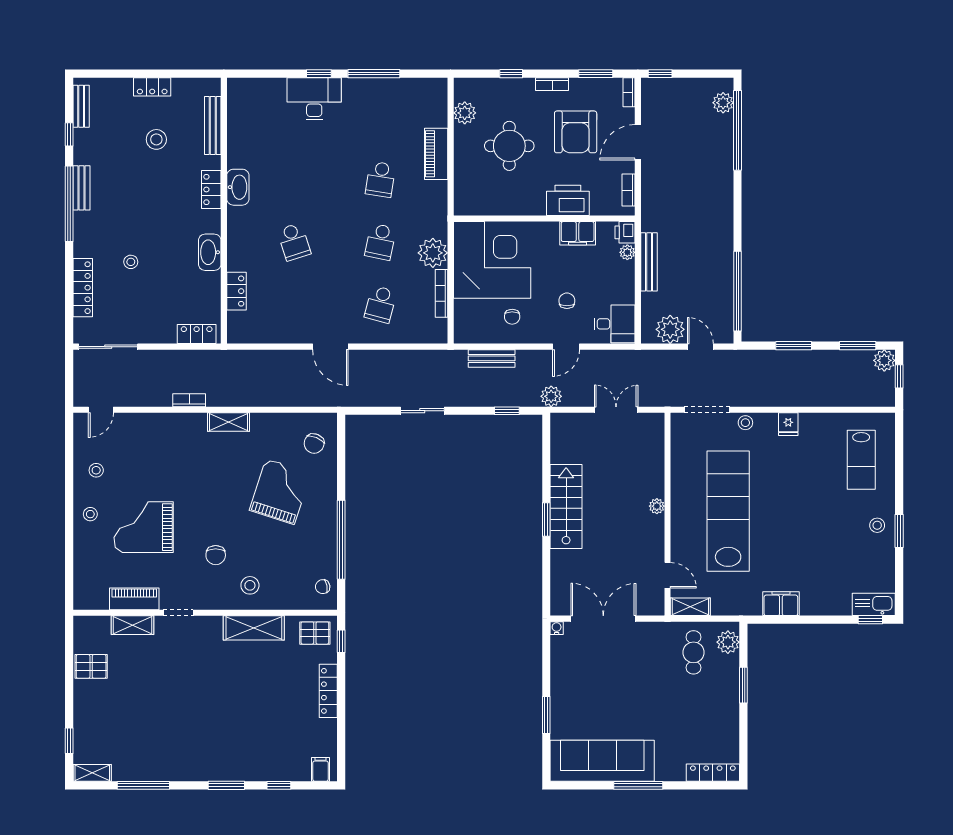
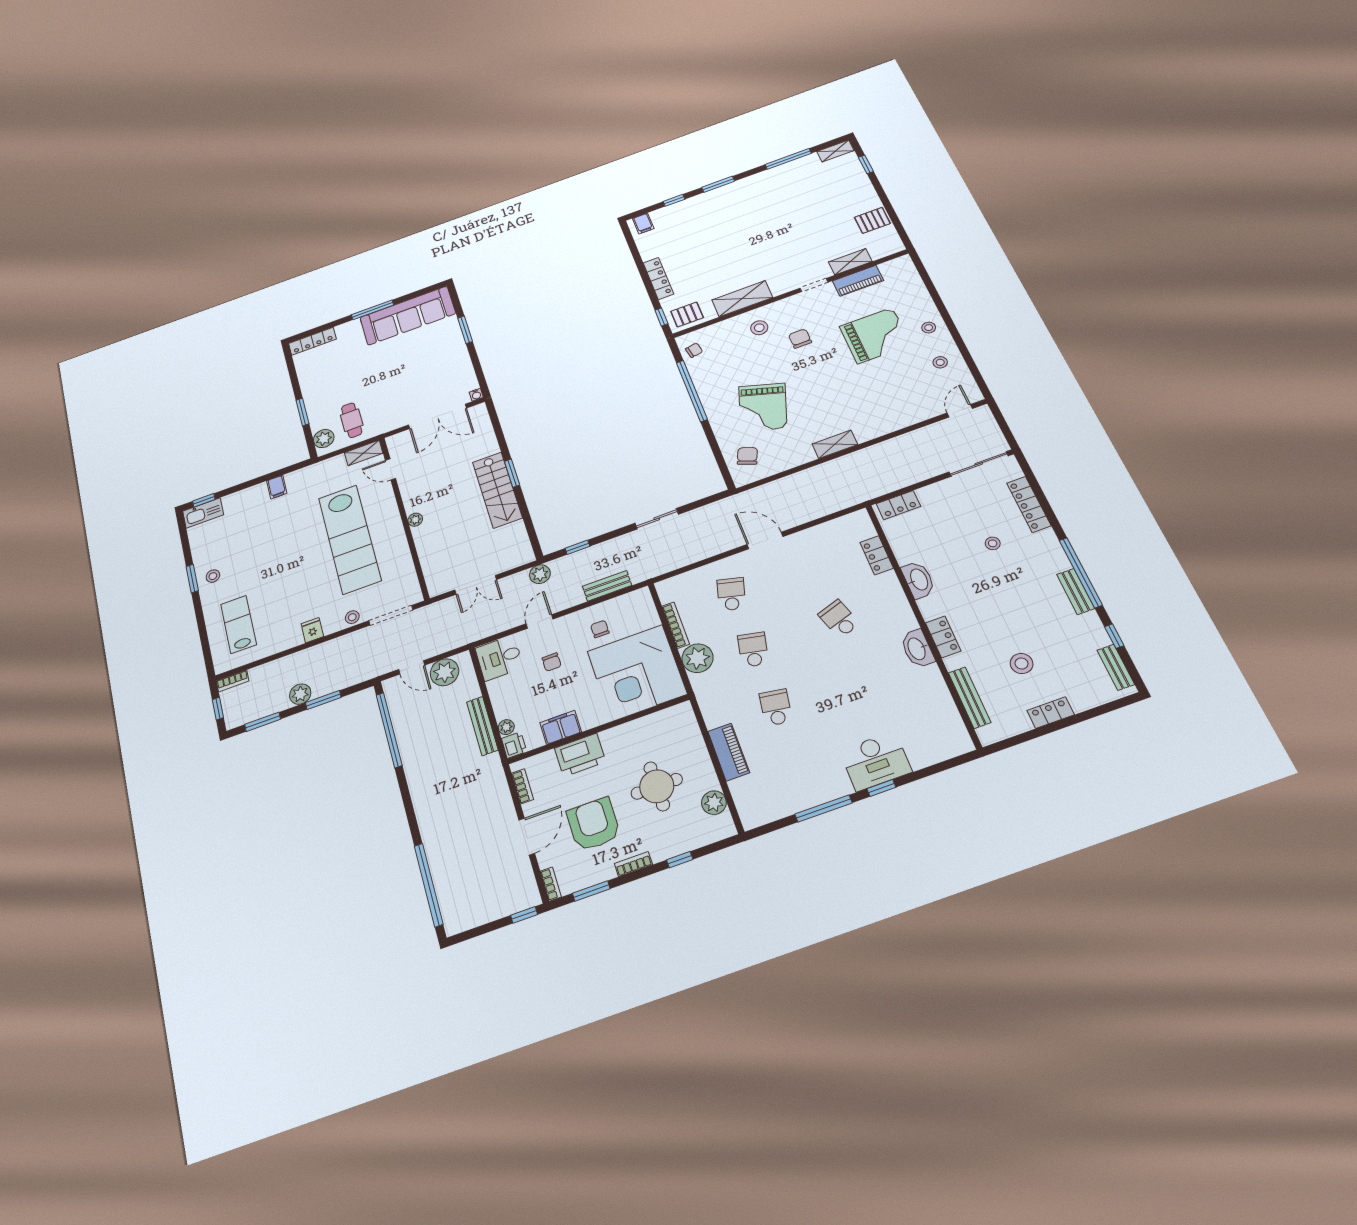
plant: (723, 103) -> (451, 908), removed
plant: (884, 360) -> (300, 694), moved
bookcase: (189, 400) -> (233, 681), moved
filing cabinet: (781, 604) -> (277, 487), width x0.50

